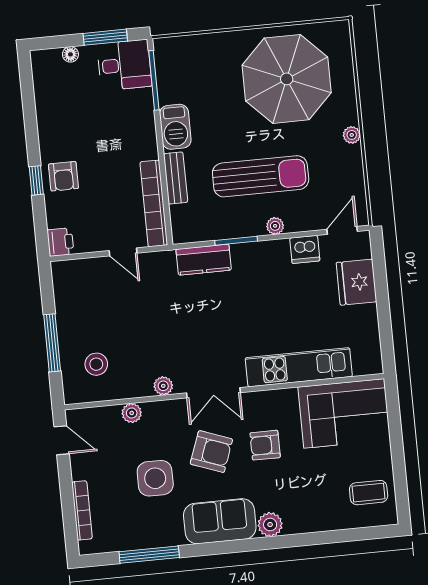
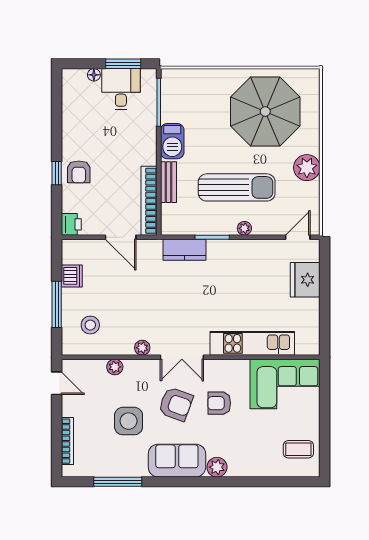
desk: (124, 65) -> (121, 89), moved, turned -90
plant: (352, 135) -> (307, 168), width x1.88, depth x1.88
dishwasher: (305, 249) -> (72, 276), moved, turned -90
door: (123, 252) -> (121, 237), width x1.38

